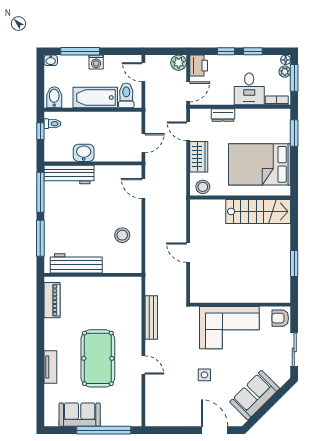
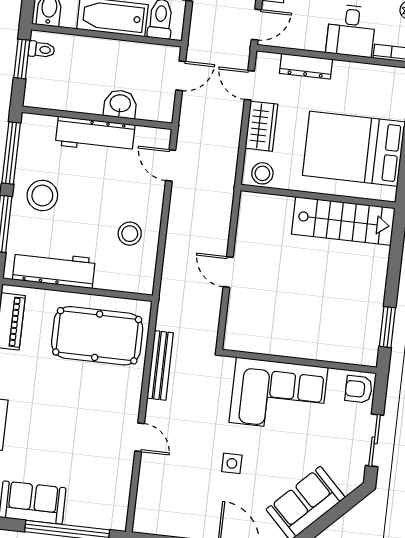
dresser: (223, 115) -> (306, 66), width x1.44
window: (40, 131) -> (22, 59), width x1.50
door: (143, 143) -> (181, 76), moved
washbasin: (84, 153) -> (120, 104), moved
workbench: (69, 174) -> (95, 135), moved
stool: (63, 217) -> (42, 195), added
window: (294, 263) -> (387, 327), moved
pool table: (98, 358) -> (97, 336), moved, turned 90

